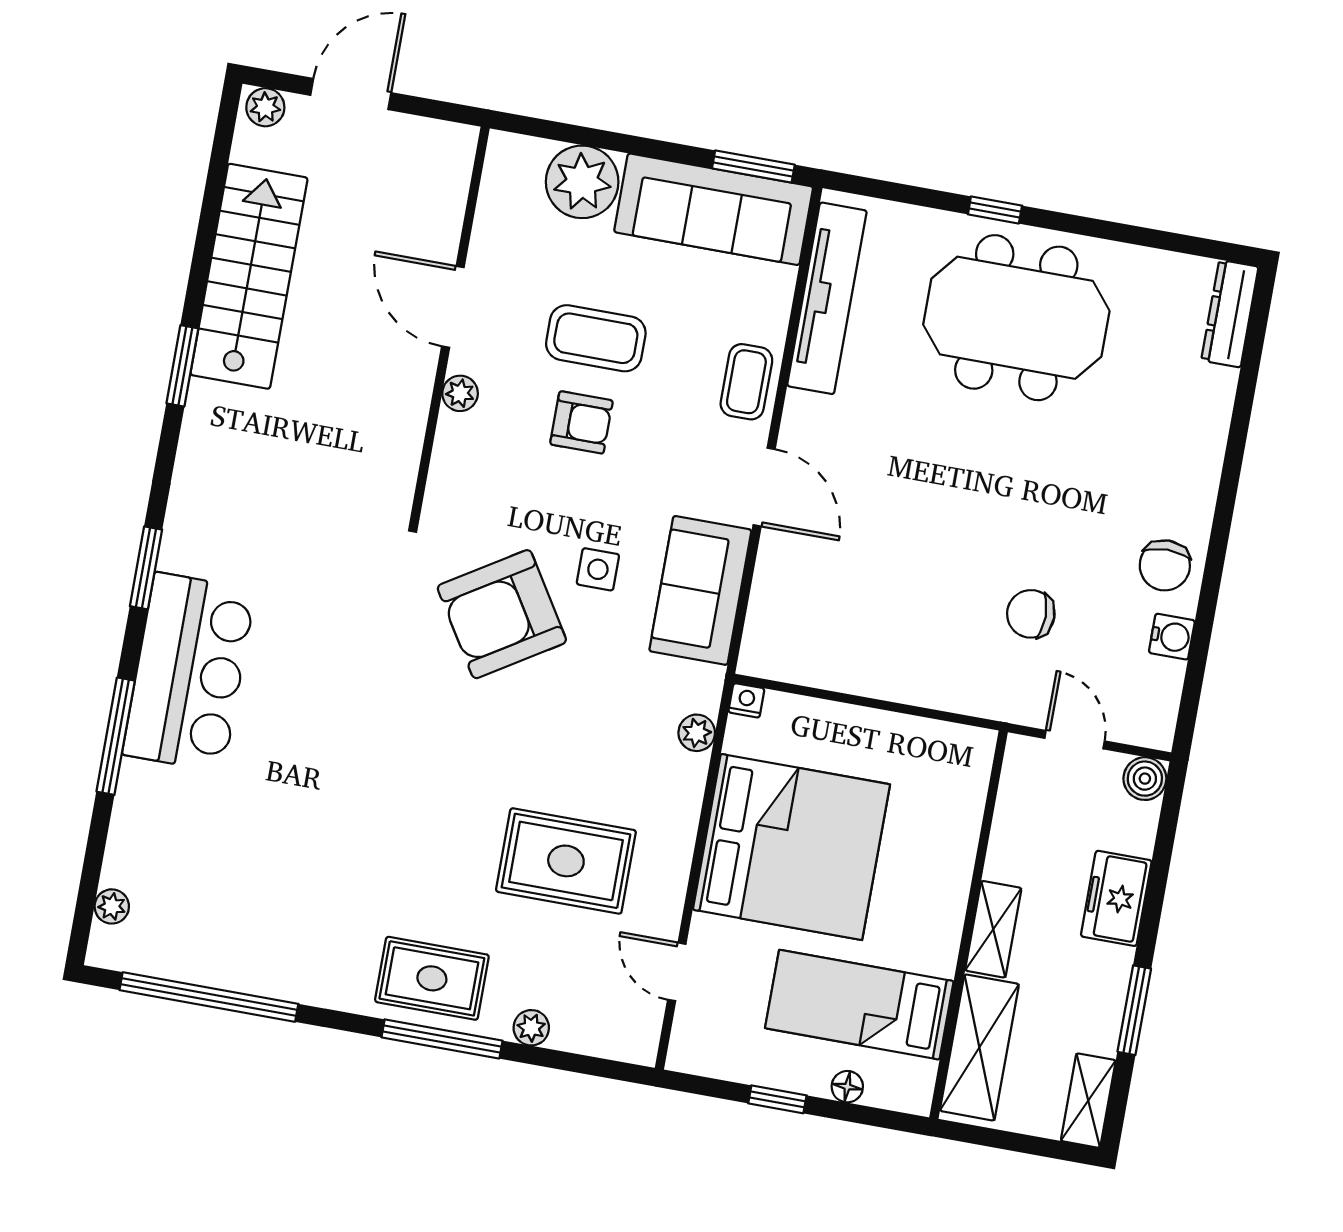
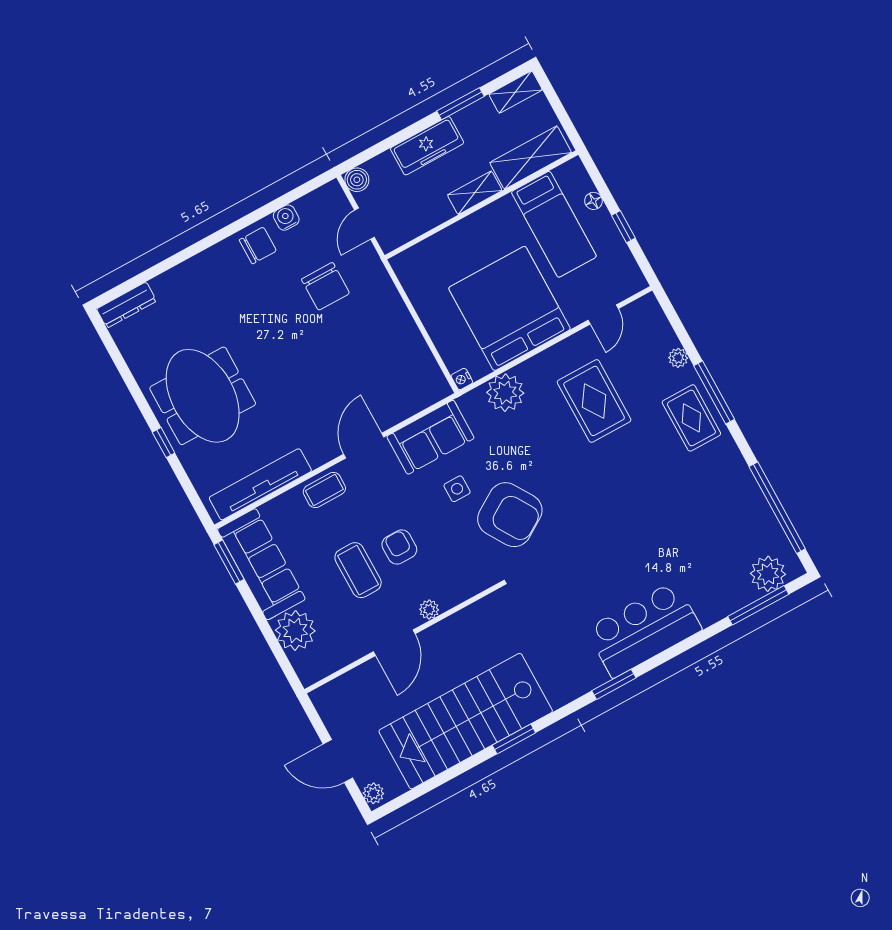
stairs: (249, 276) -> (466, 721), width x1.36, depth x1.51
chair: (1031, 614) -> (325, 286), width x1.37, depth x1.37
plant: (697, 733) -> (505, 393), width x1.88, depth x1.88
window: (116, 736) -> (758, 605), moved
freezer: (1116, 898) -> (427, 146), width x1.40
plant: (112, 906) -> (768, 574), width x1.88, depth x1.88

